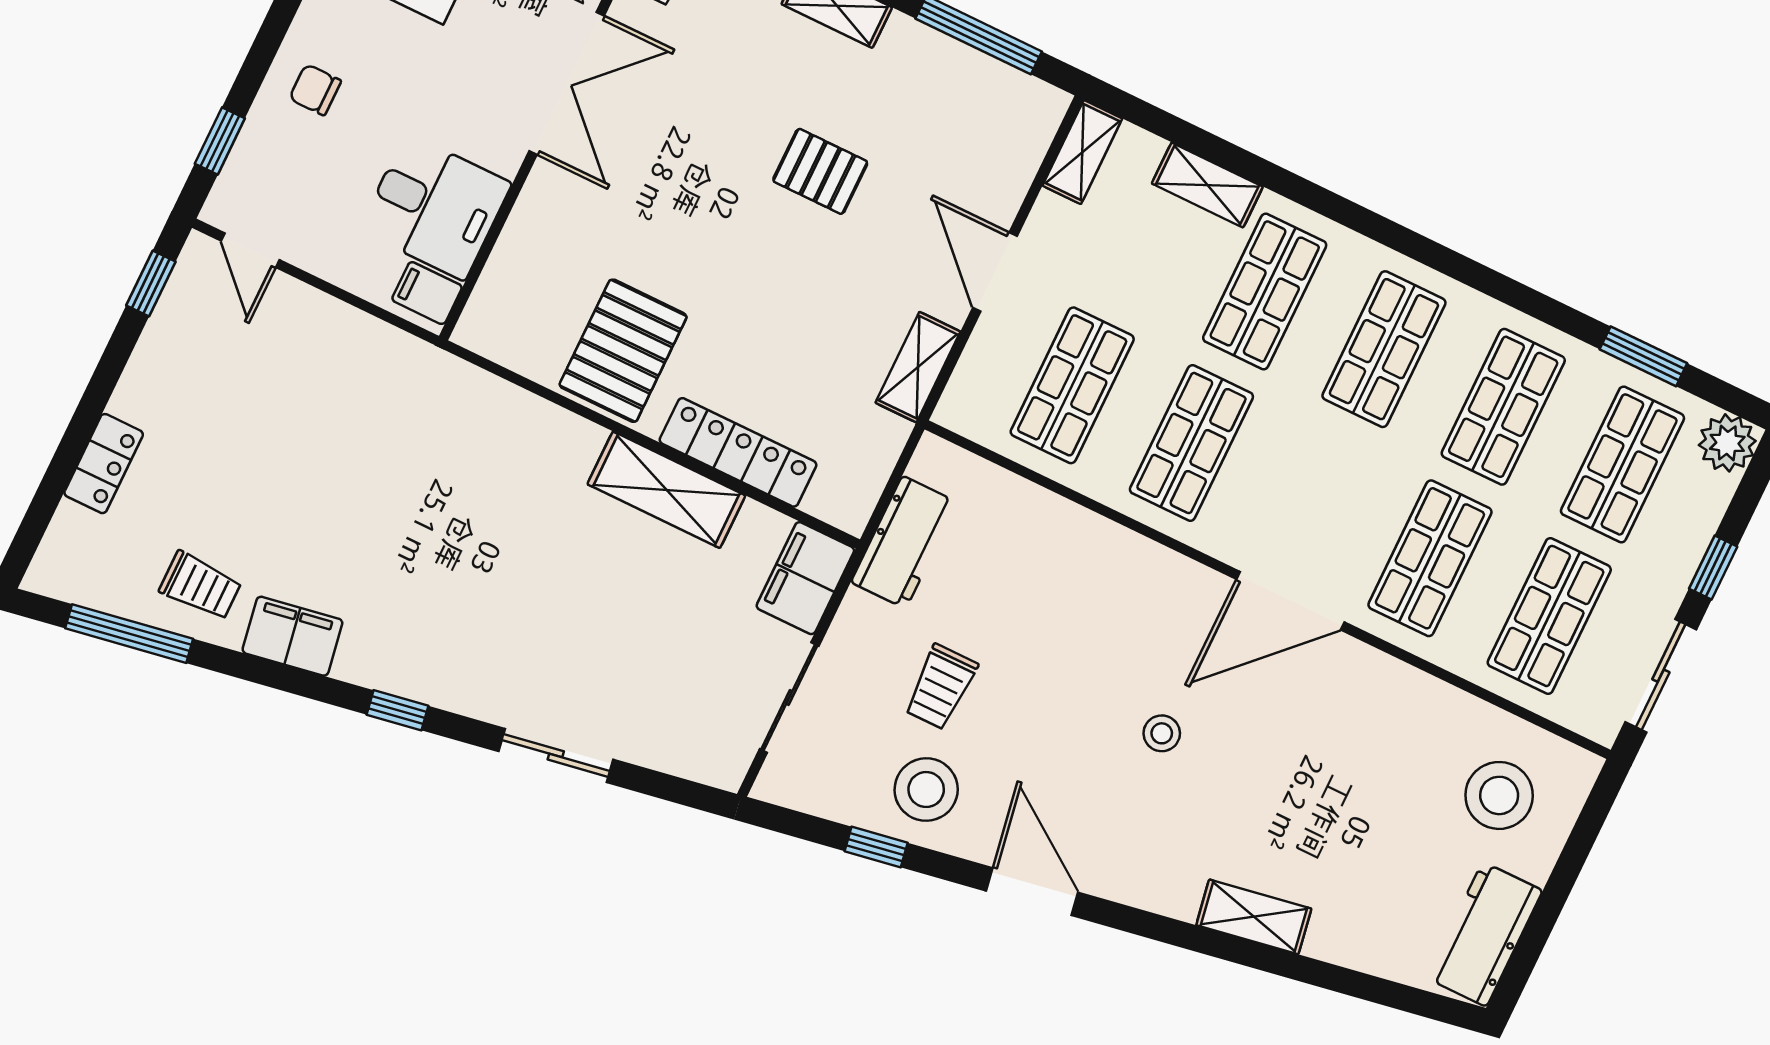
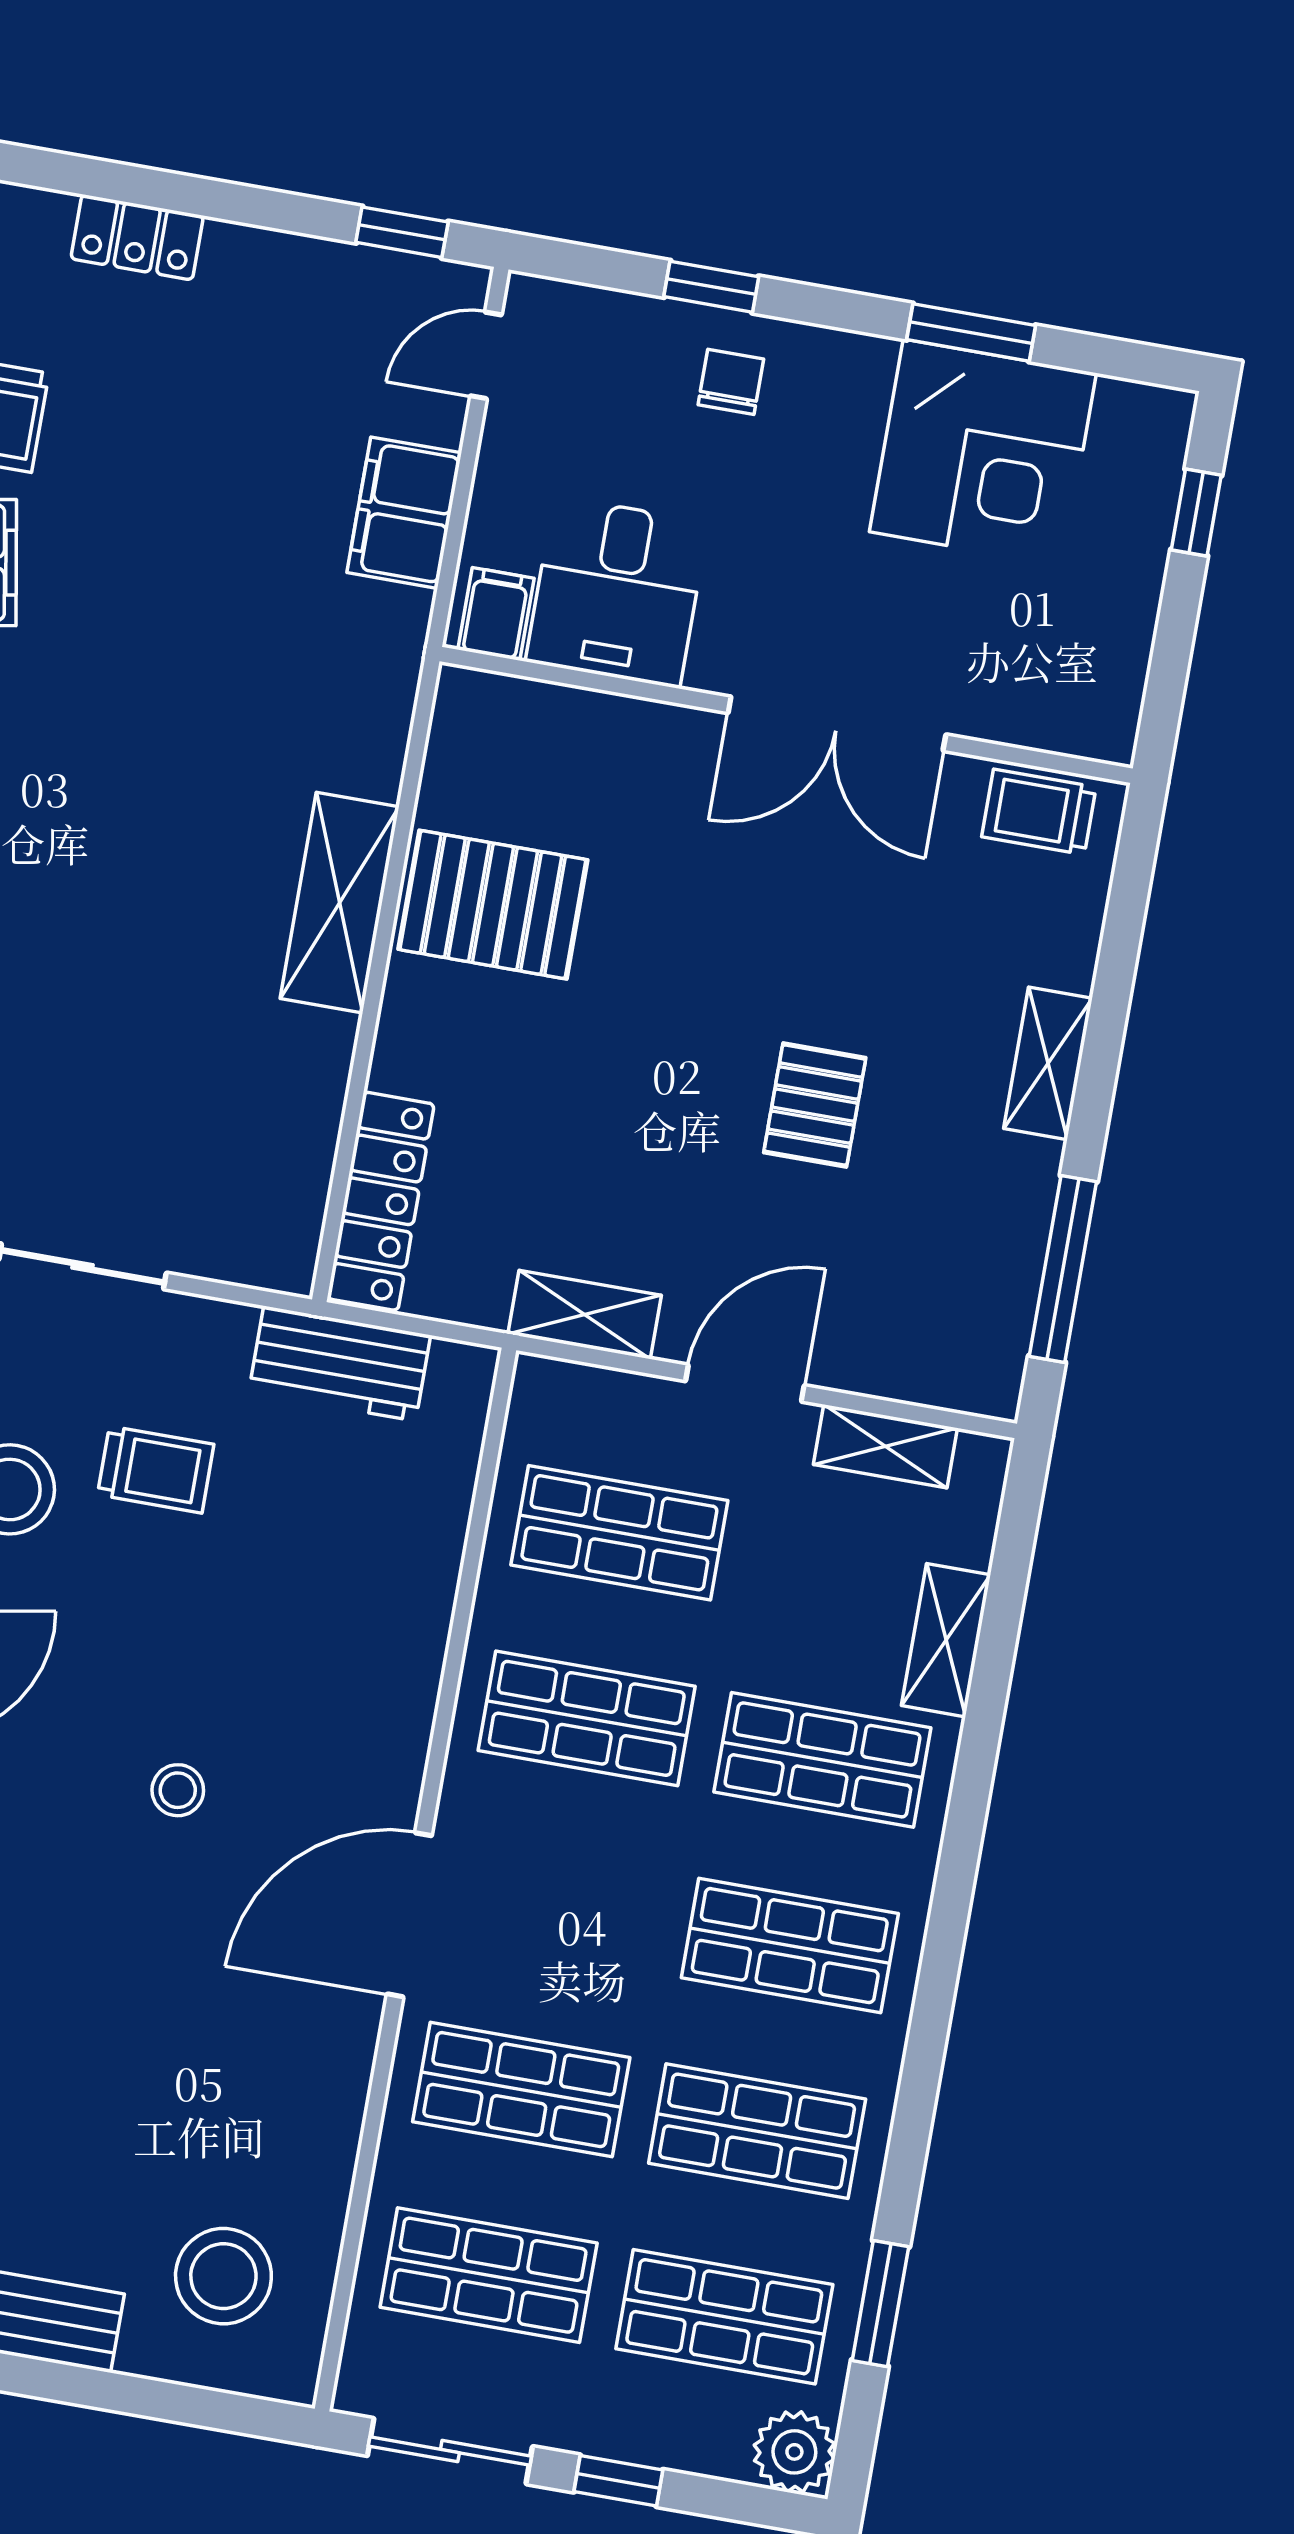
window: (220, 141) -> (711, 287), moved
shelving: (1082, 152) -> (885, 1446), moved
locker: (738, 452) -> (381, 1201), moved
shelving: (666, 490) -> (340, 903), moved
filing cabinet: (805, 578) -> (404, 513), moved, turned -90
door: (1290, 601) -> (409, 1915), hinge flipped
trolley: (941, 687) -> (156, 1470), turned 180

